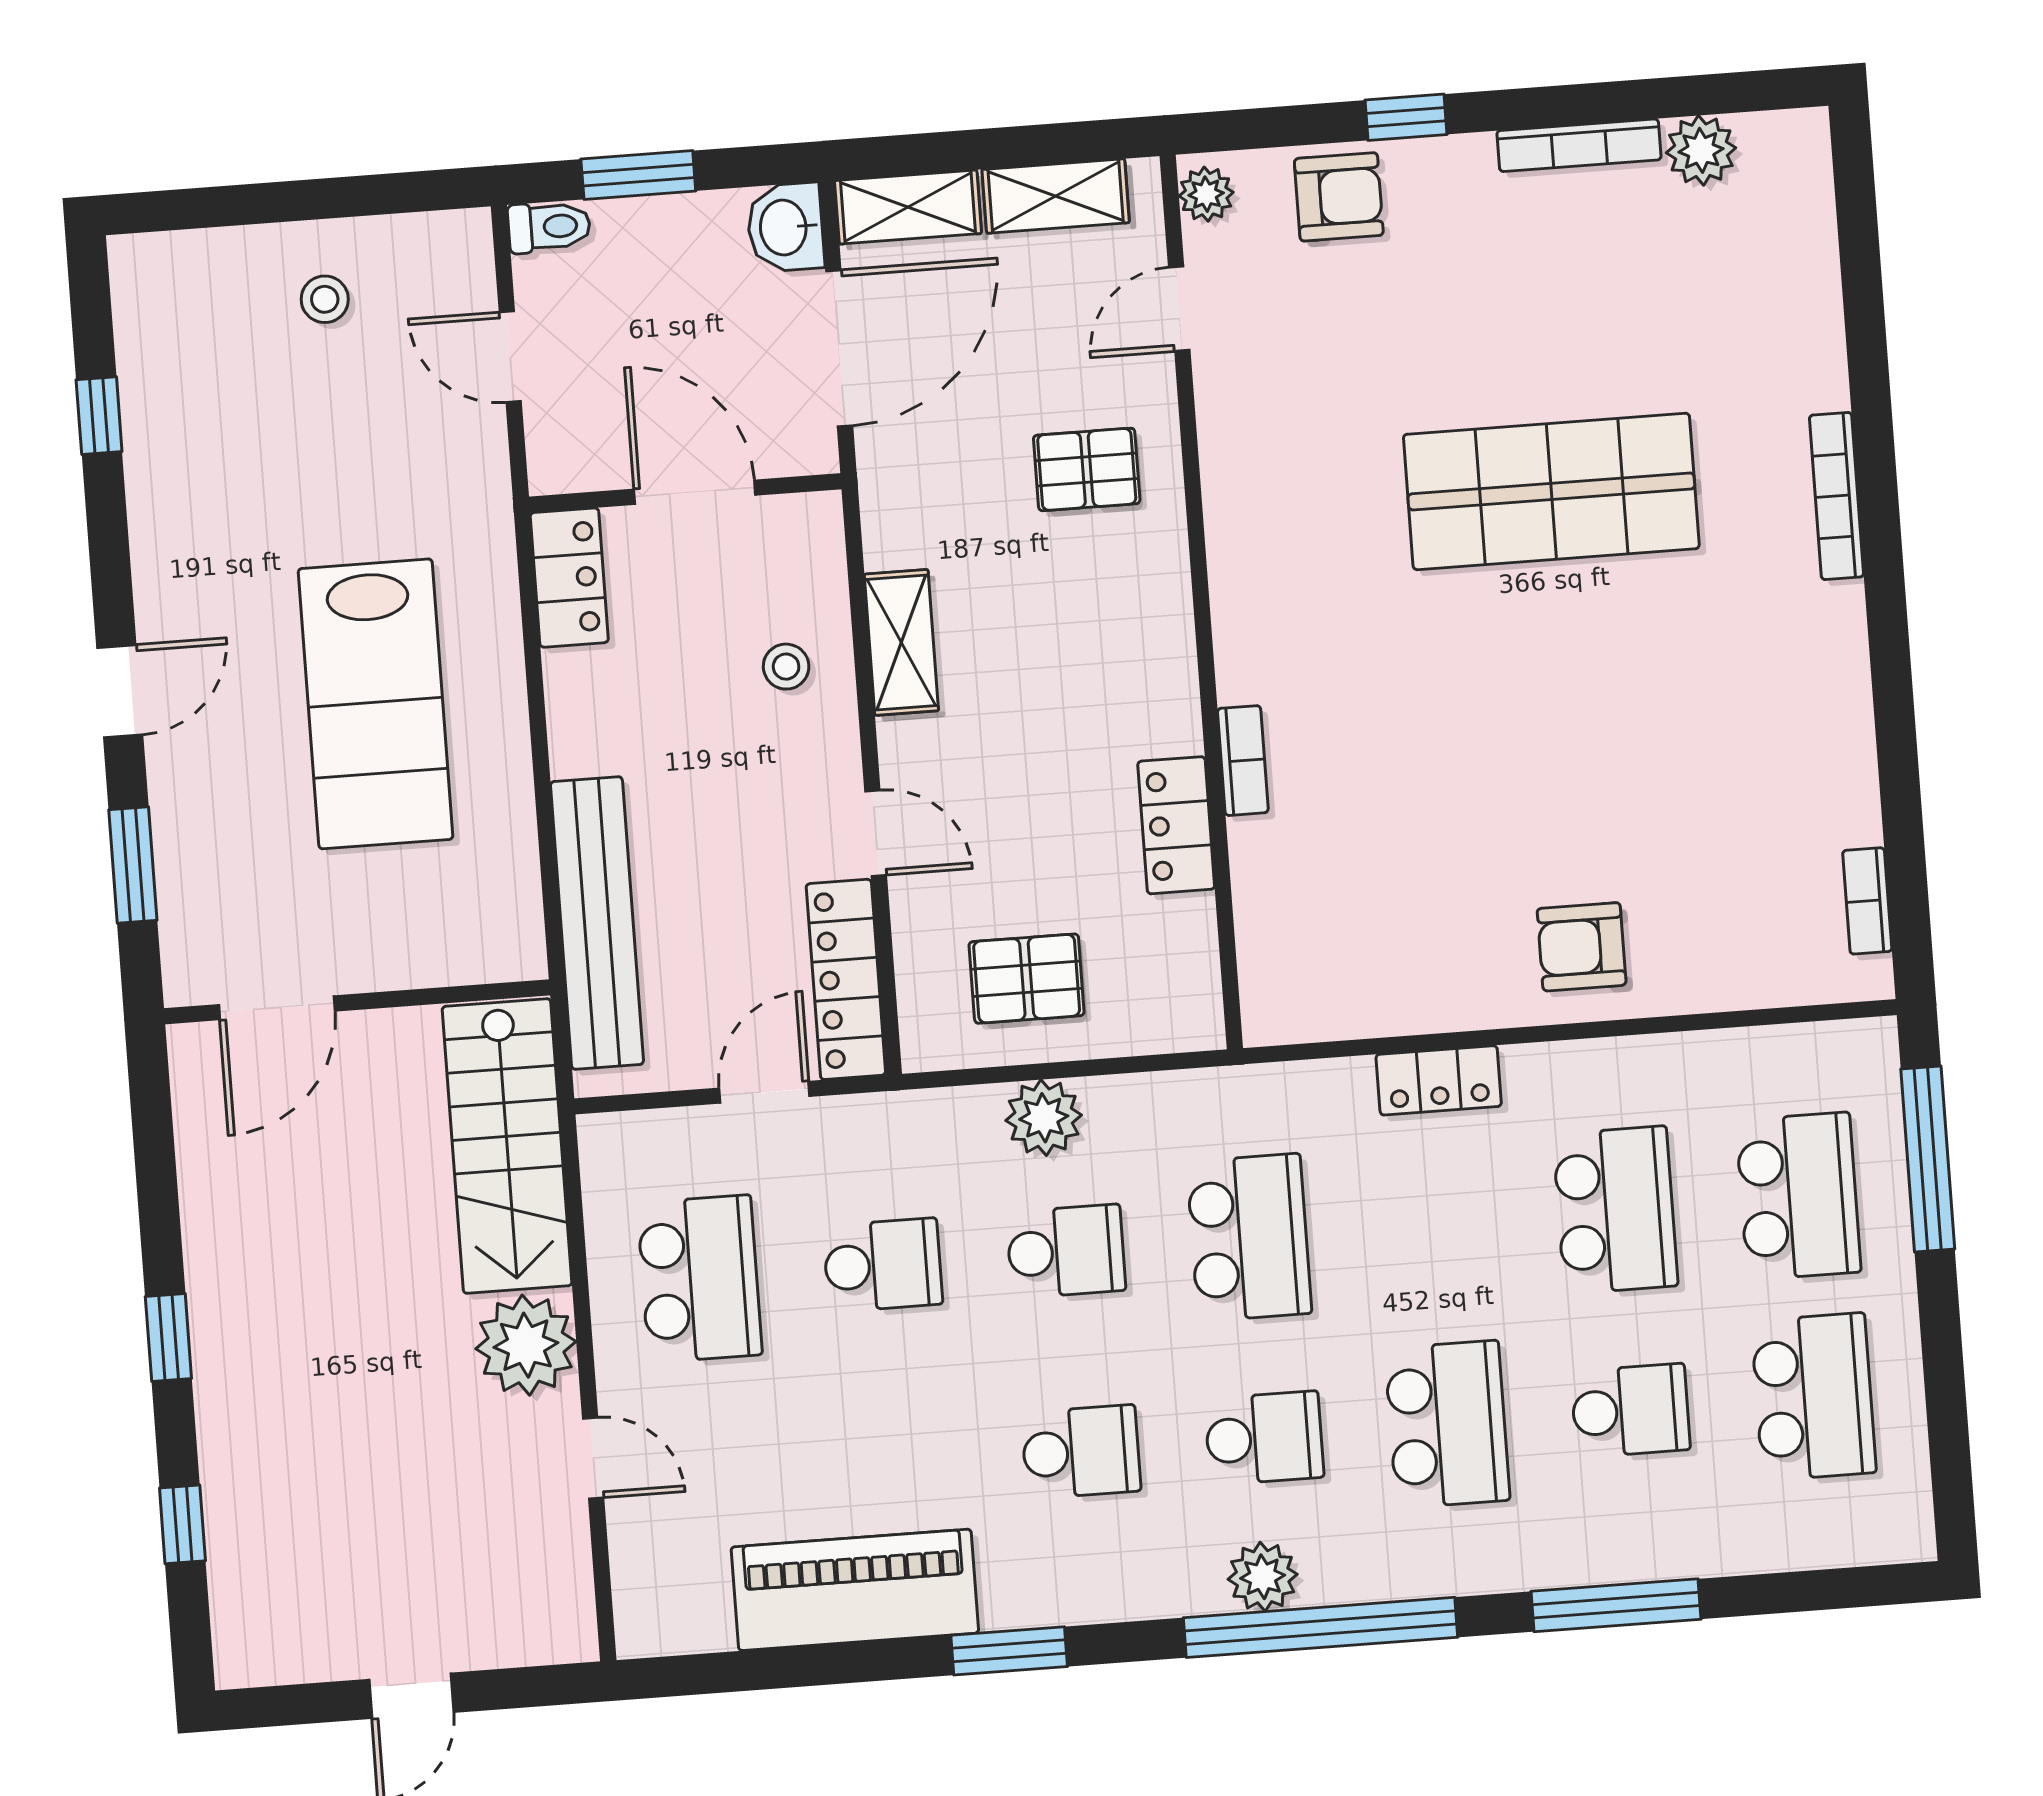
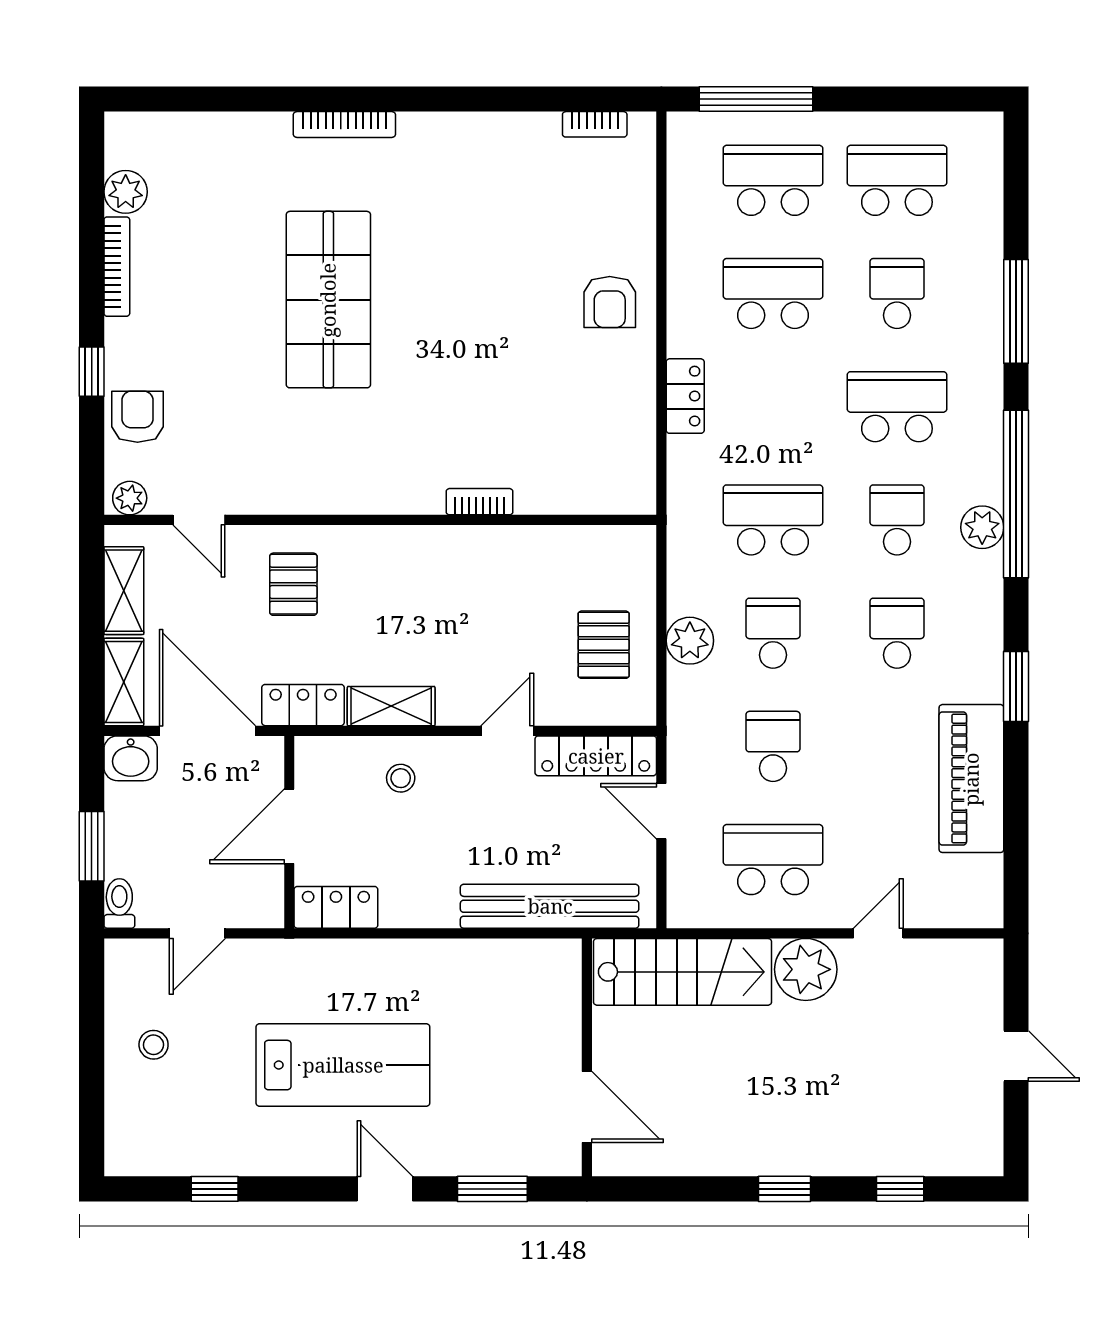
lab bench: (376, 704) -> (343, 1065), moved
locker: (1176, 825) -> (303, 705), moved, turned 180

